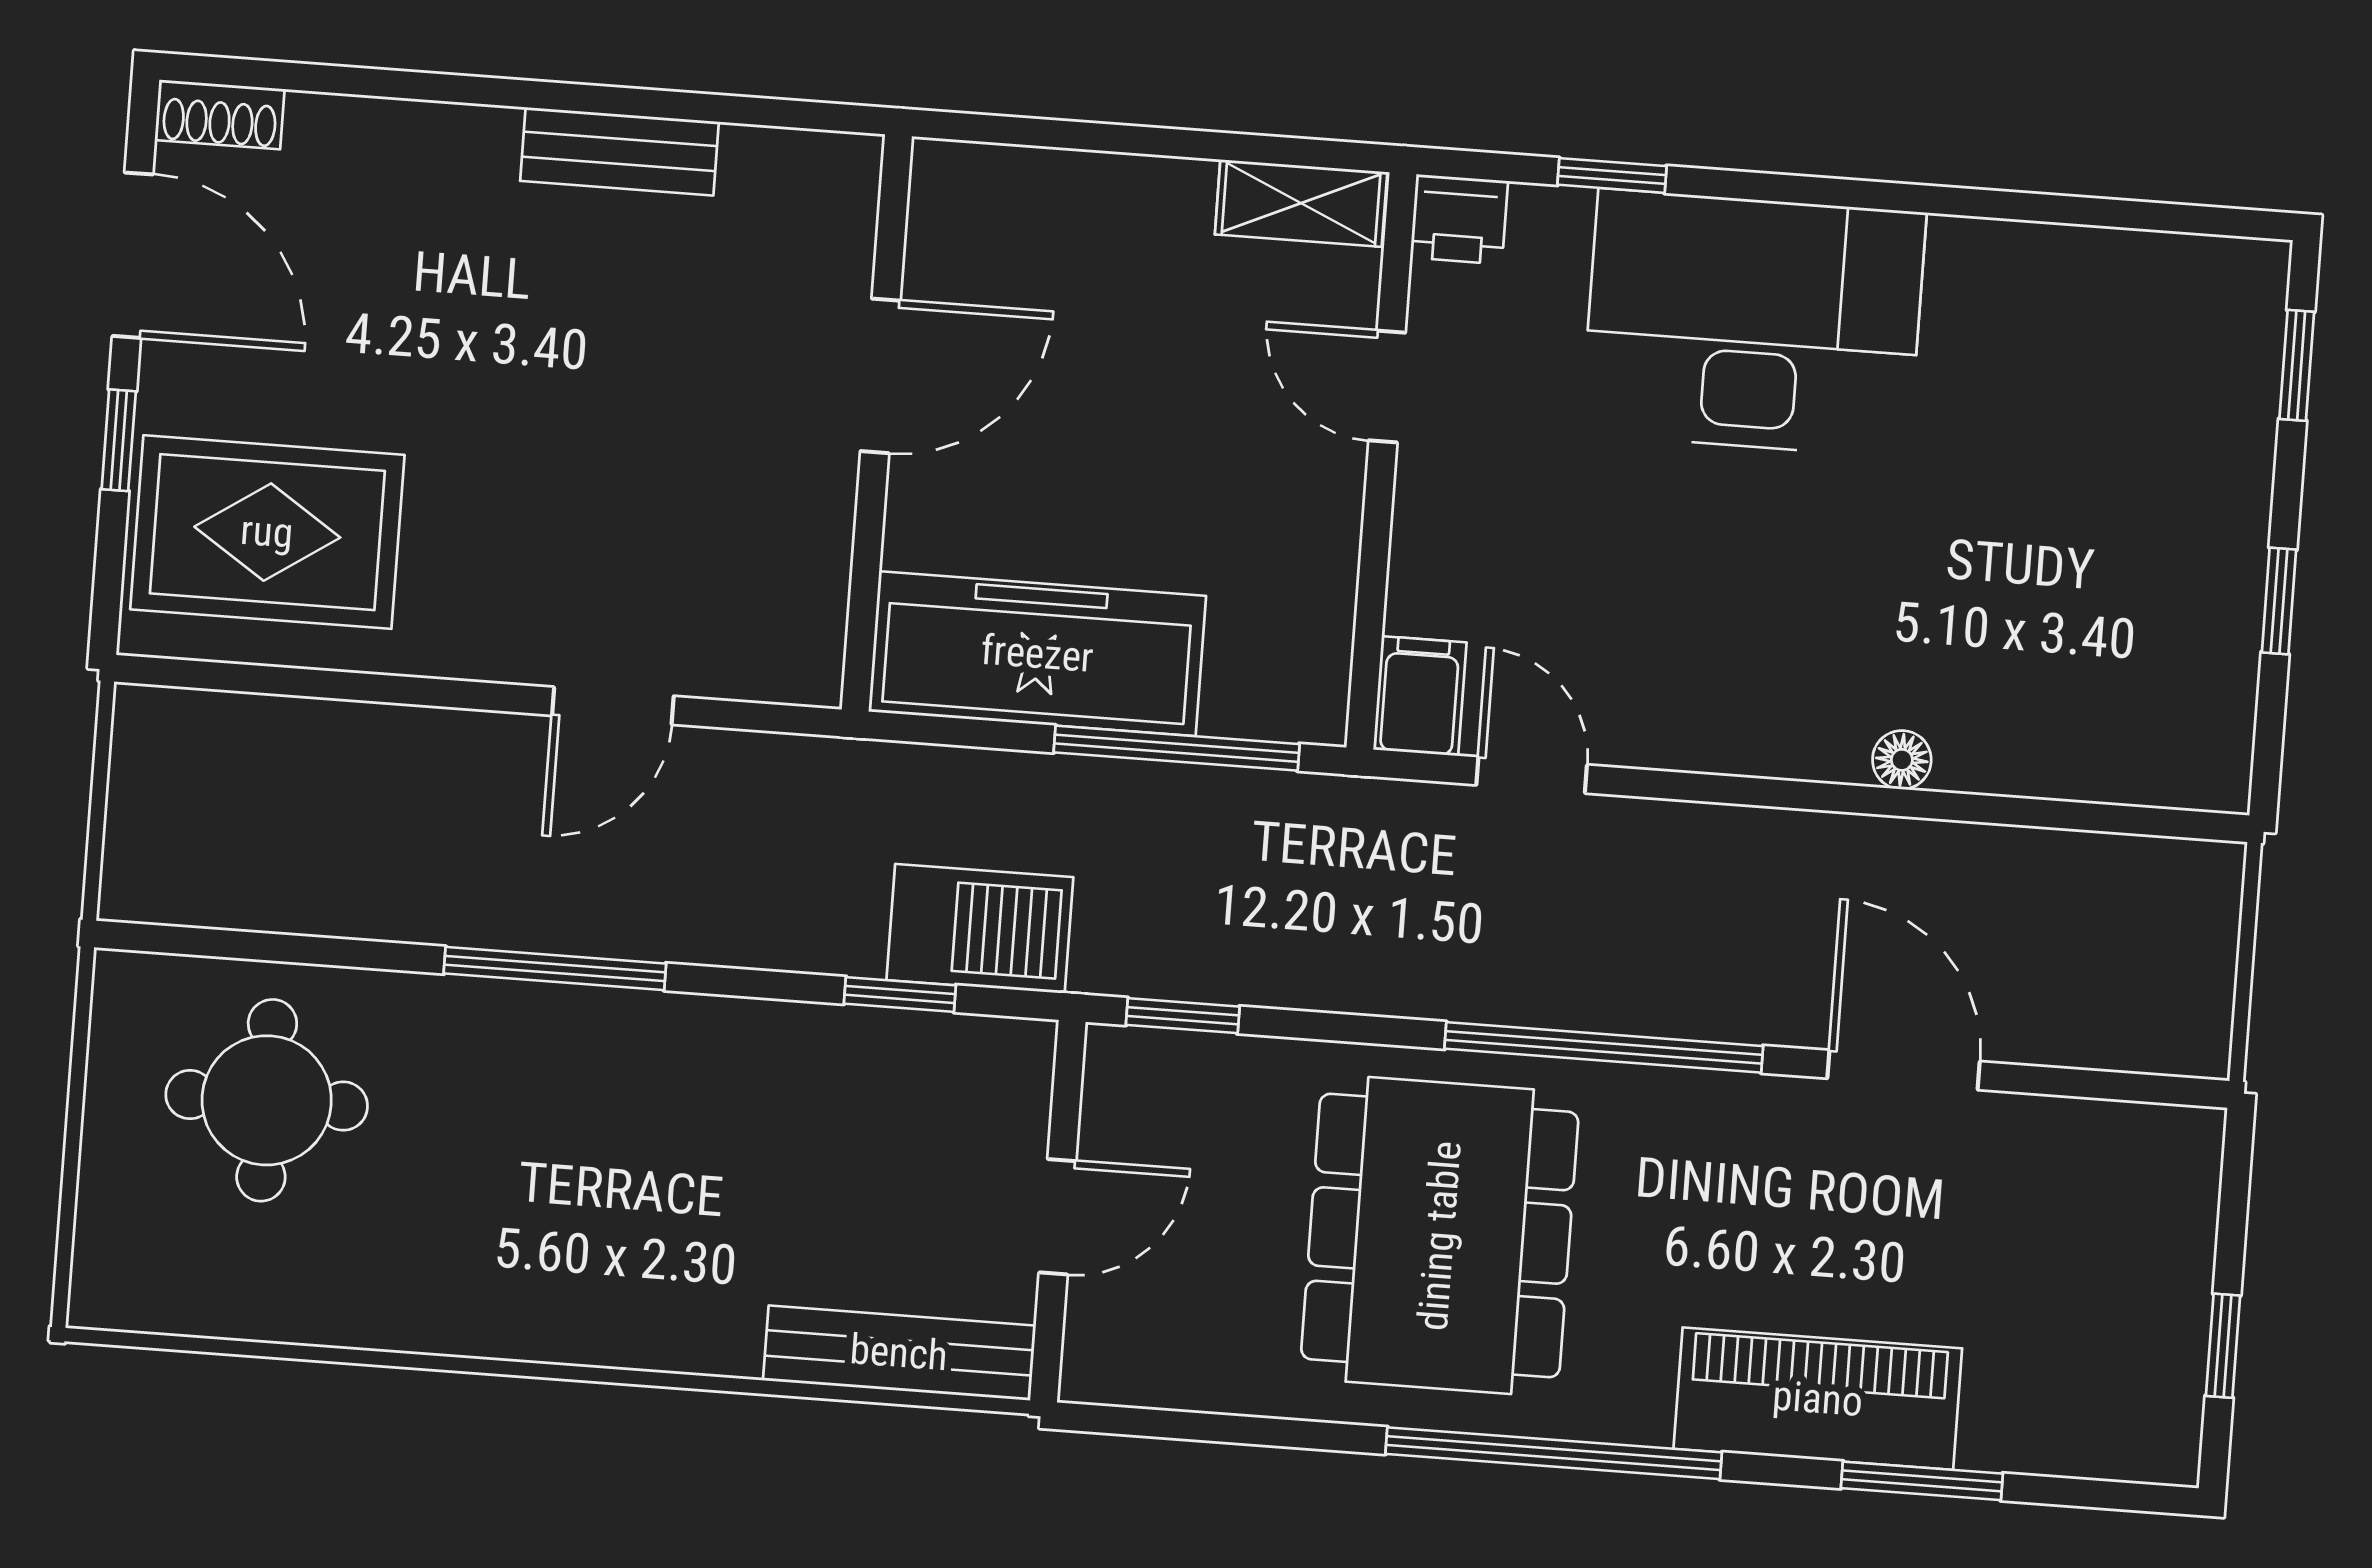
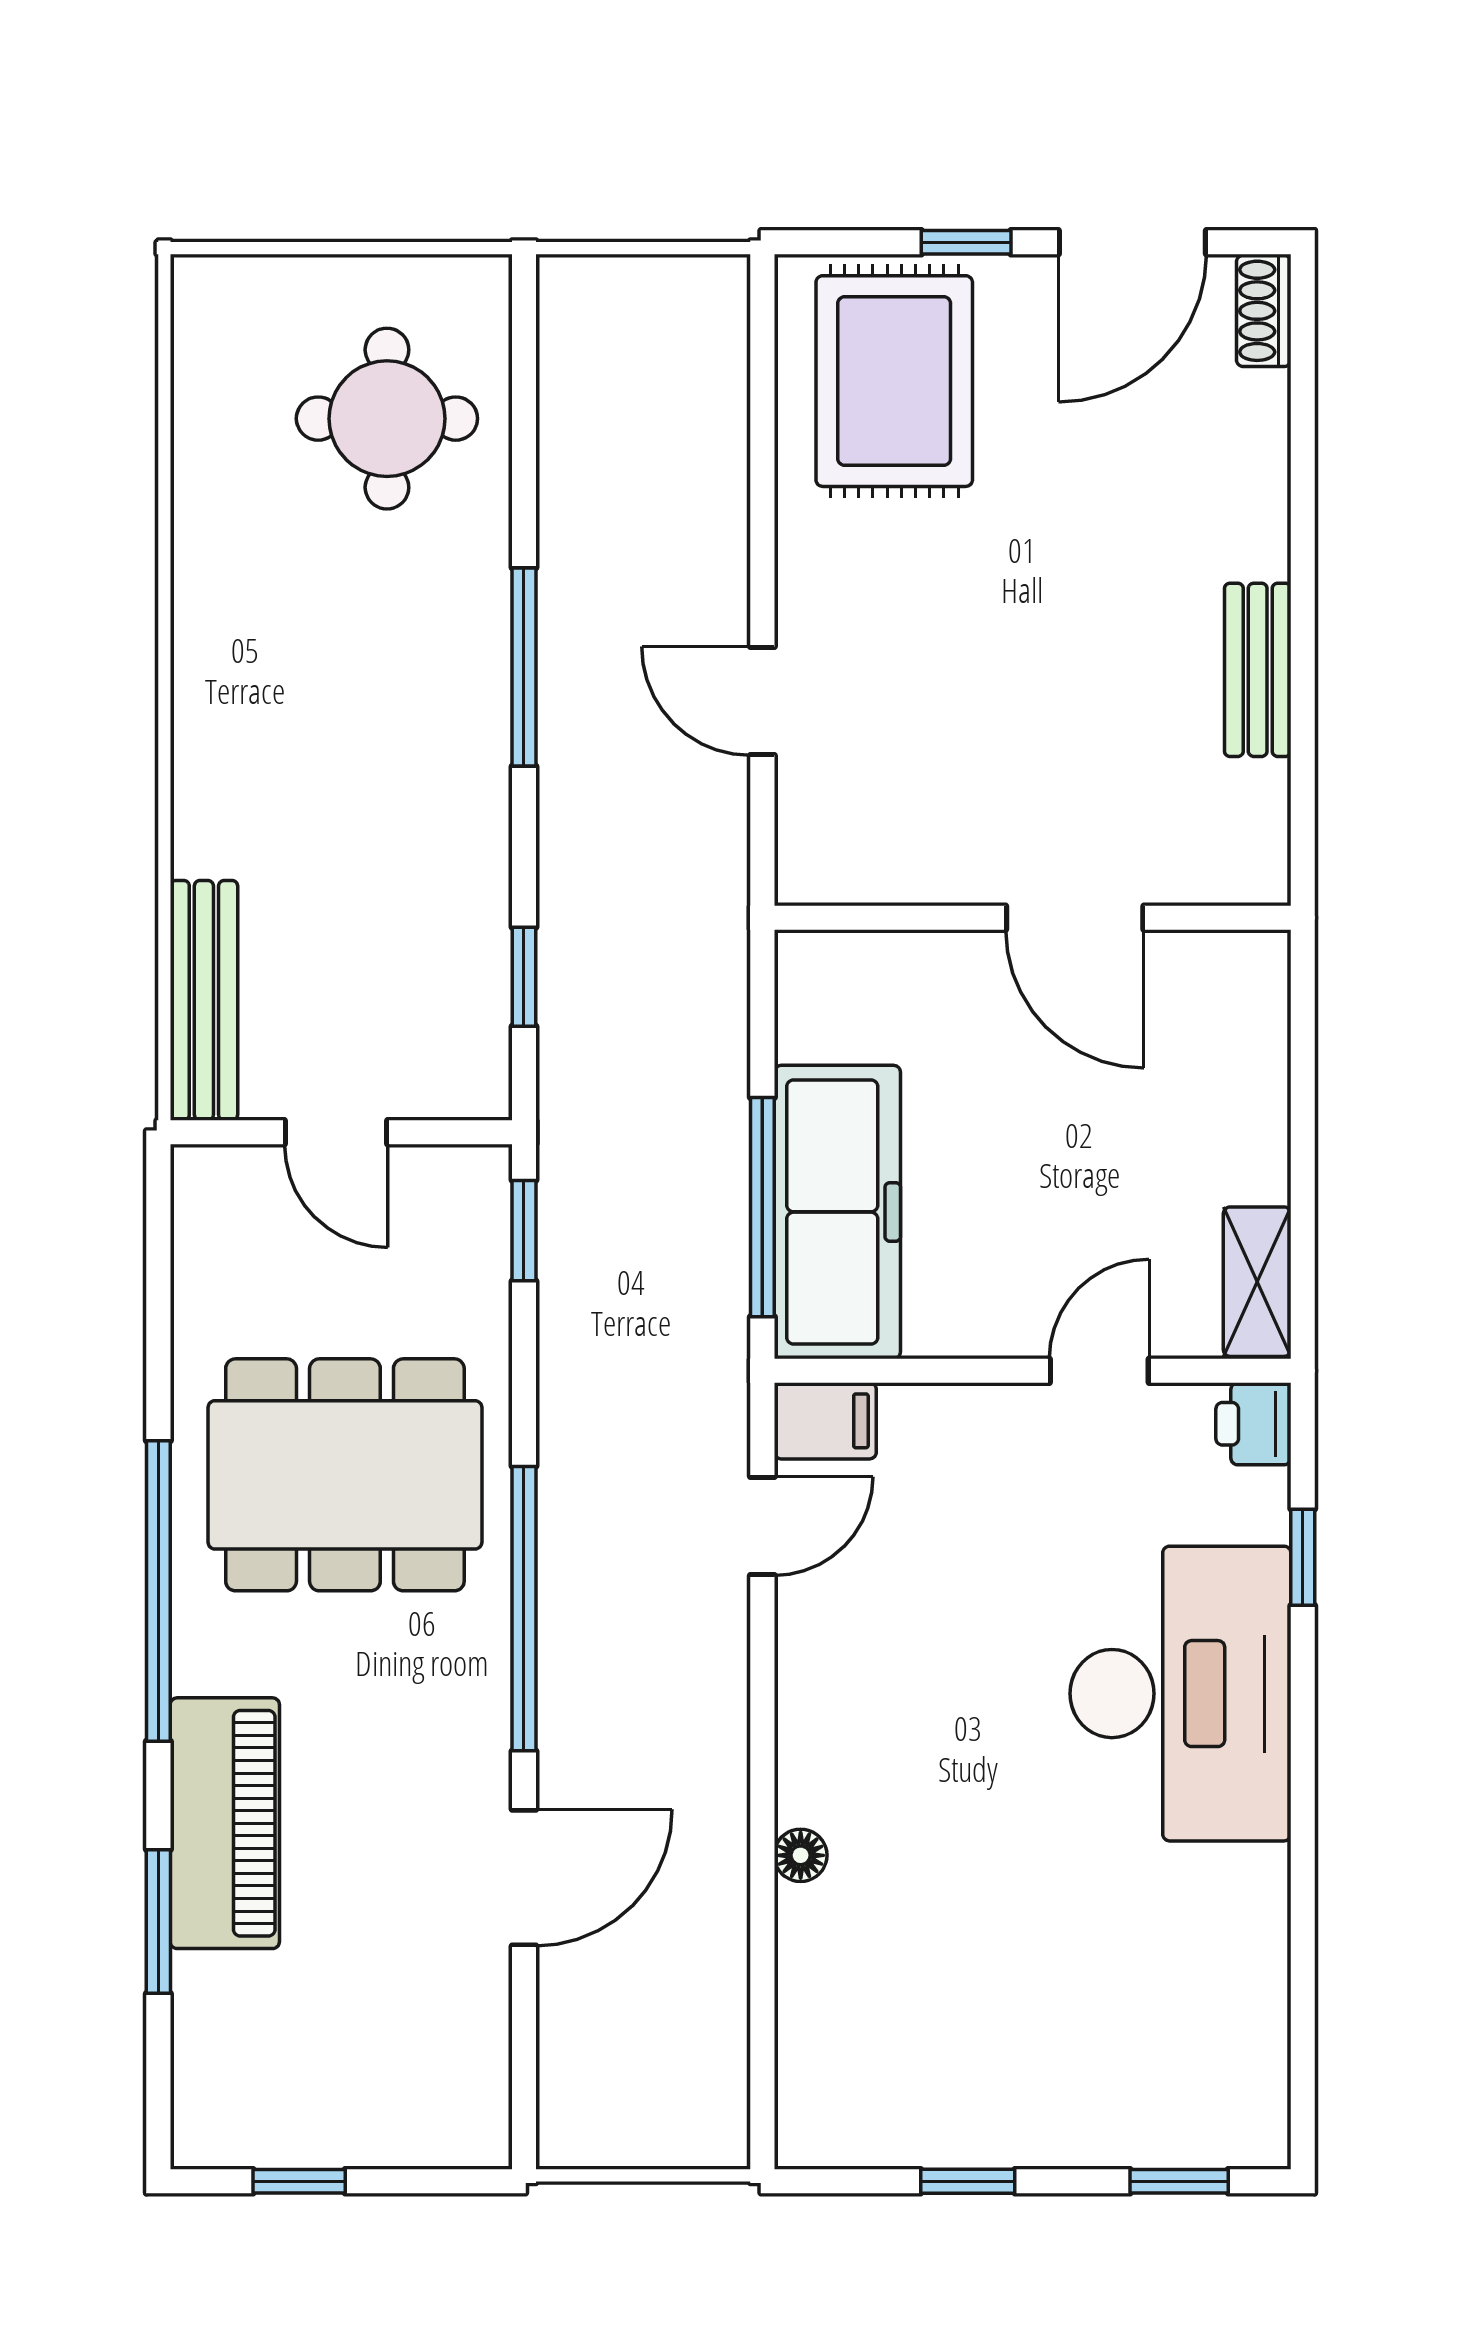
freezer: (1037, 654) -> (837, 1212), moved
barbecue: (980, 929) -> (588, 1044), removed

